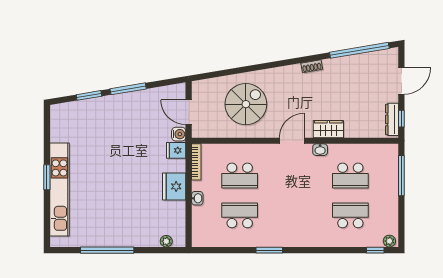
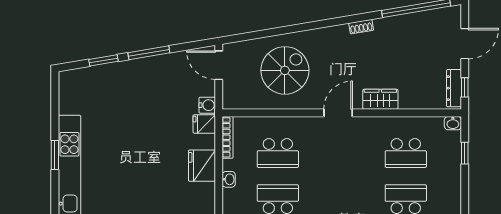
door: (189, 112) -> (219, 65), moved
washbasin: (320, 150) -> (453, 123), moved
window: (401, 176) -> (465, 153), width x0.46

